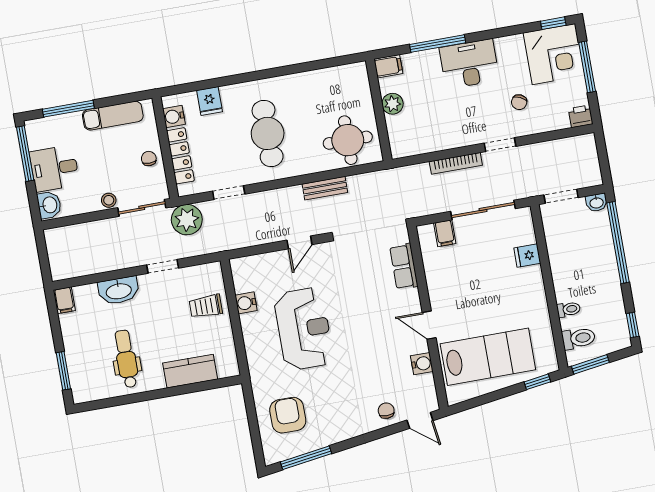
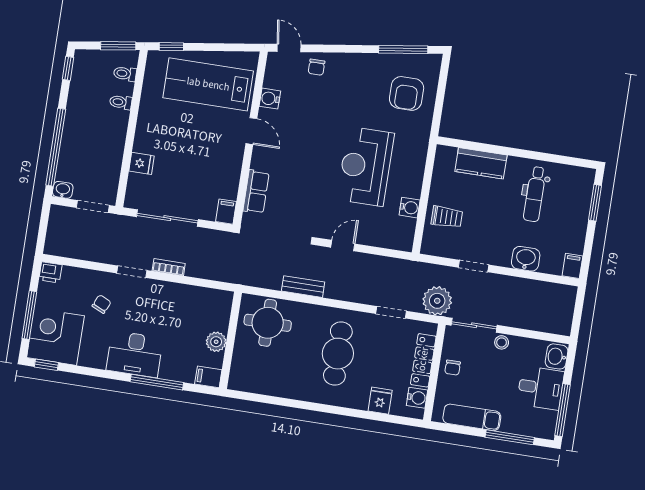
bookcase: (456, 163) -> (169, 267), width x0.64
filing cabinet: (445, 233) -> (226, 212), moved
washbasin: (119, 291) -> (526, 259), width x0.72
toilet: (579, 338) -> (125, 74), width x0.73, depth x0.72

